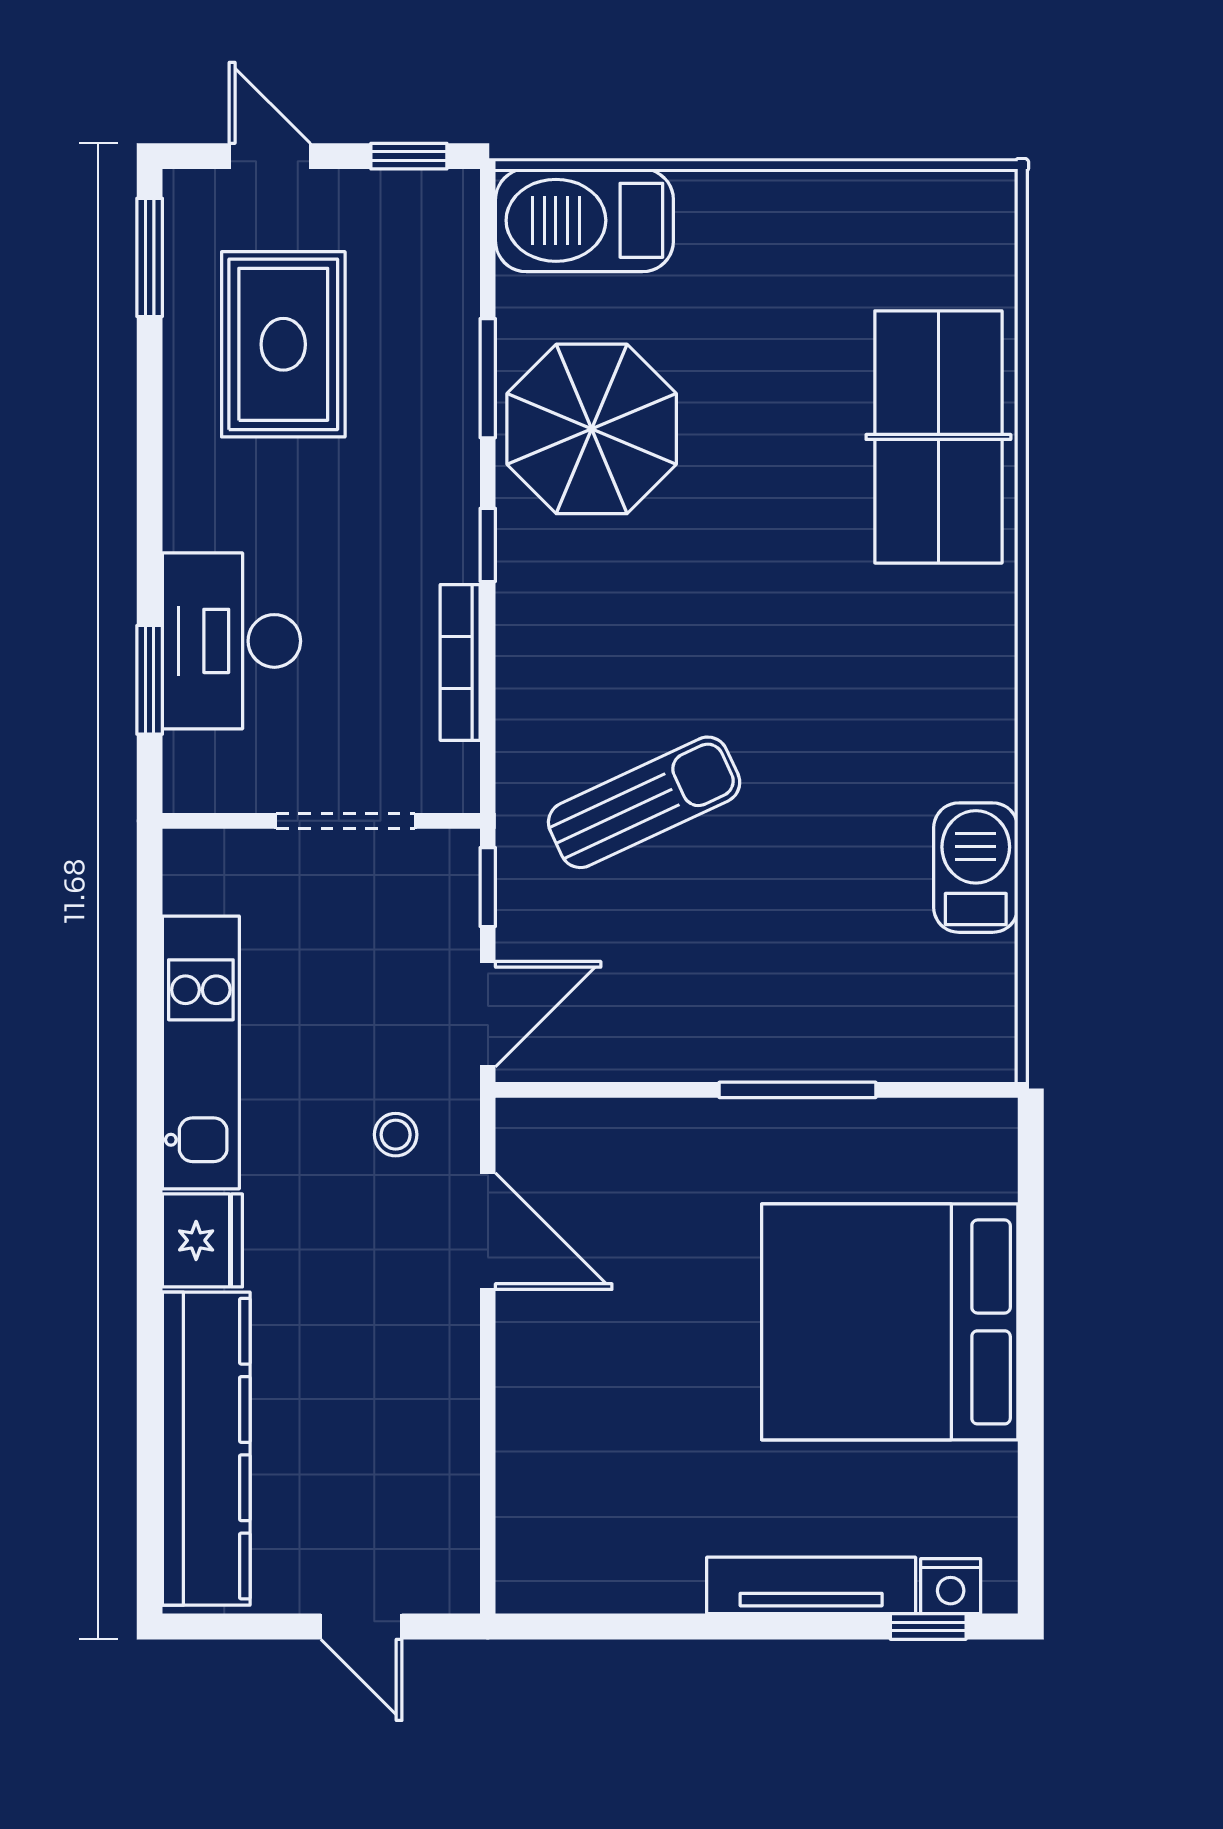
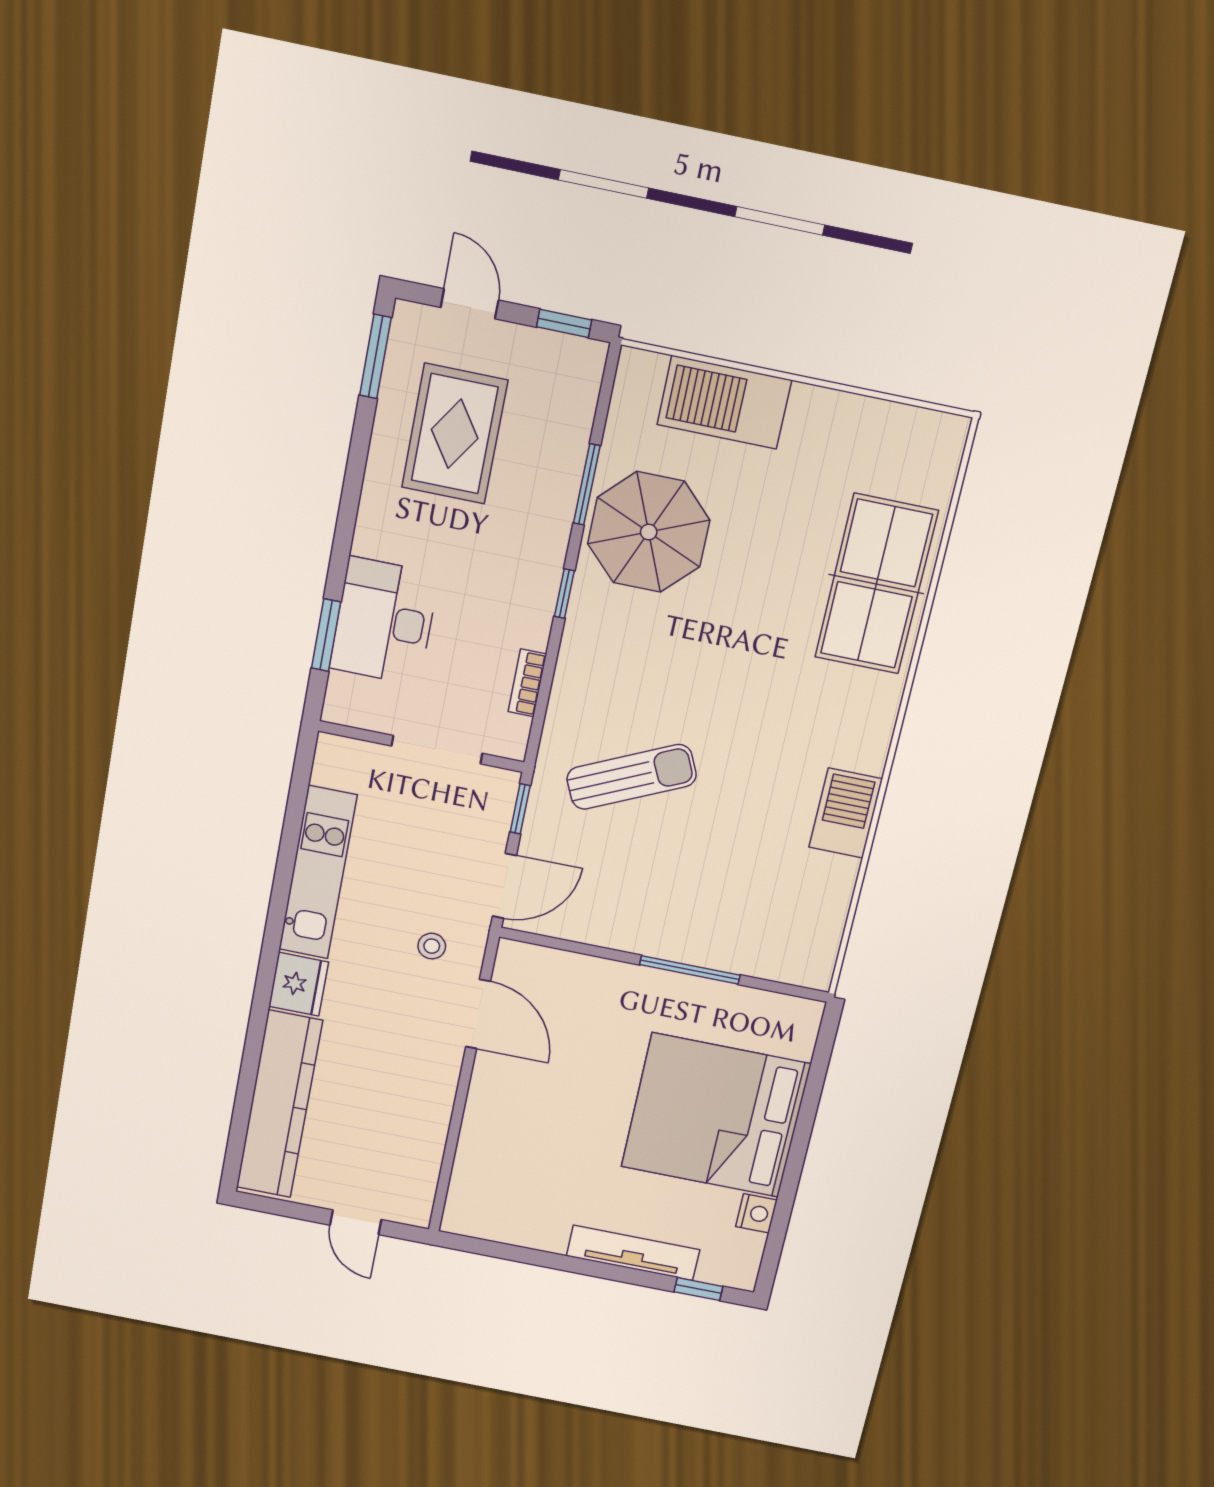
barbecue: (584, 220) -> (724, 402), moved
bookcase: (460, 662) -> (527, 683), width x0.64
barbecue: (976, 868) -> (846, 813), moved
nightstand: (951, 1586) -> (756, 1213), moved, turned -90

